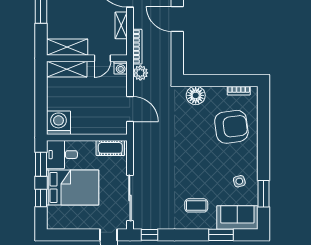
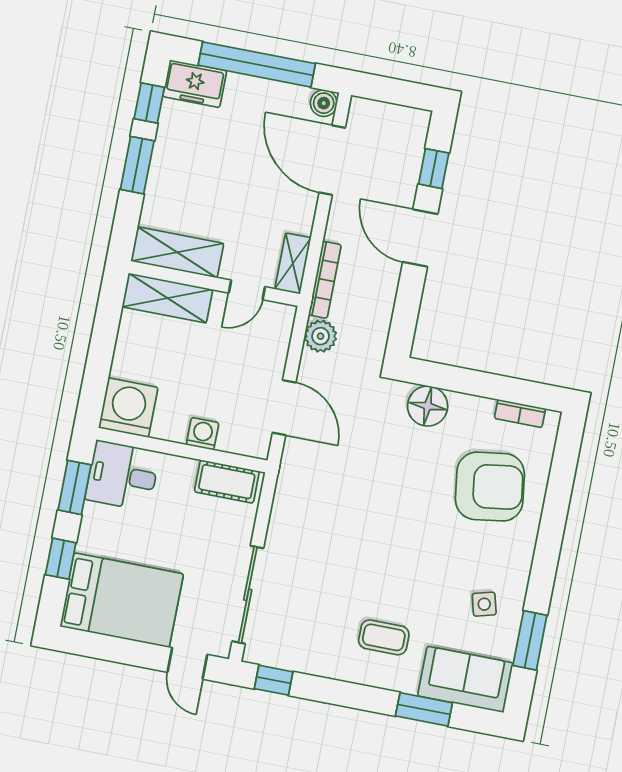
shelving: (121, 25) -> (293, 263), moved
washing machine: (121, 68) -> (203, 434), moved, turned 180
bed: (73, 187) -> (122, 600), moved

